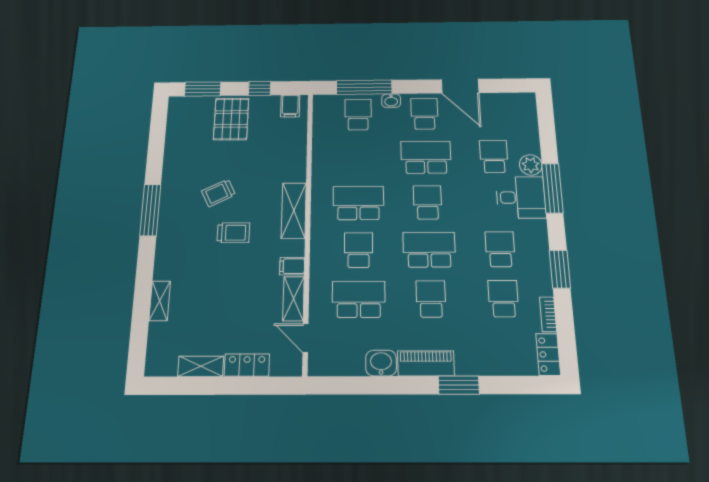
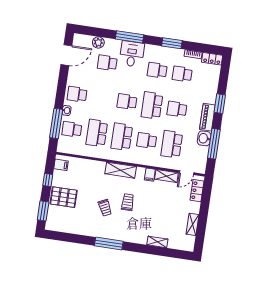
door: (460, 86) -> (66, 55), moved
school desk: (426, 157) -> (97, 133), moved
plant: (531, 165) -> (98, 42), moved
locker: (247, 365) -> (197, 191), moved
window: (373, 385) -> (214, 144), added

